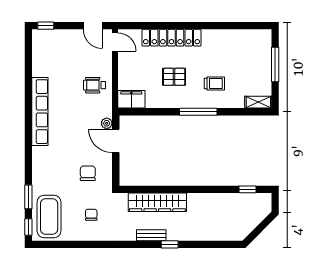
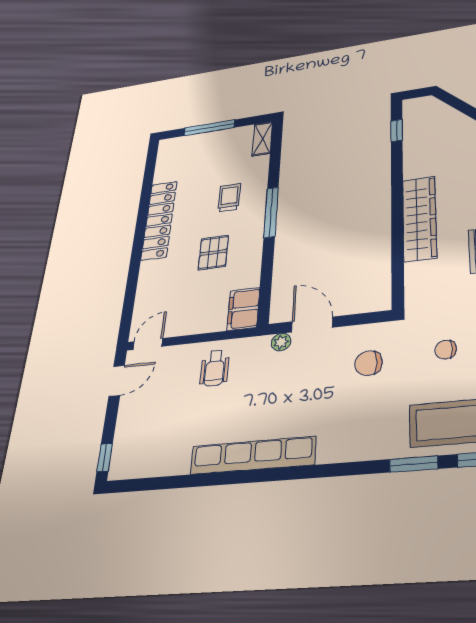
locker: (172, 38) -> (159, 220), moved
door: (116, 141) -> (312, 325), swing flipped
wardrobe: (157, 202) -> (419, 218), moved

